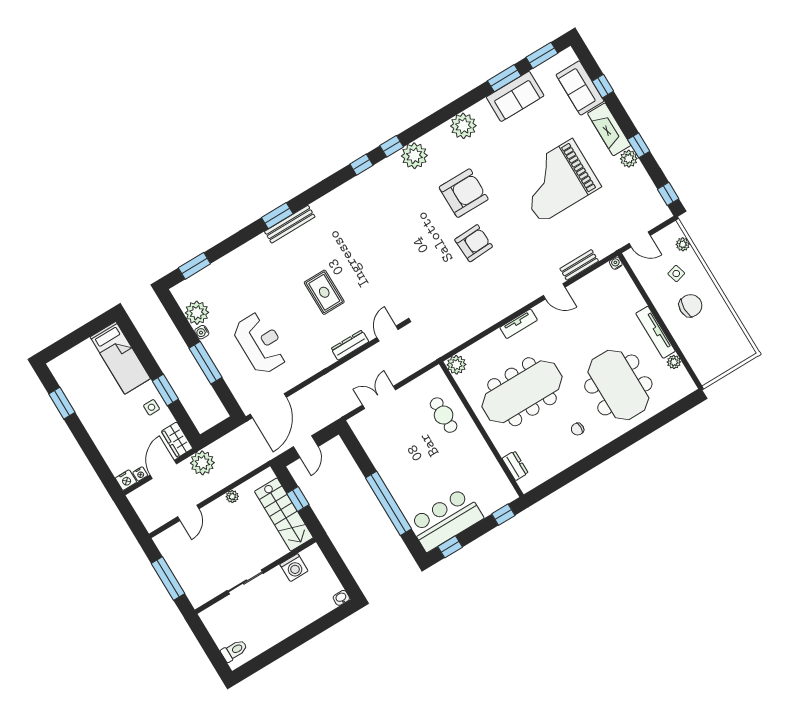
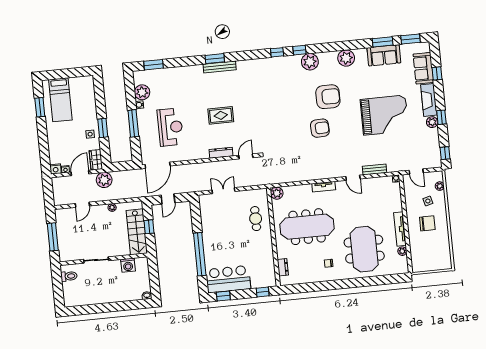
grand piano: (557, 181) -> (385, 115), turned 180
rug: (324, 292) -> (221, 115), turned 90
bed: (120, 358) -> (60, 100), moved
toilet: (234, 651) -> (69, 276), moved

